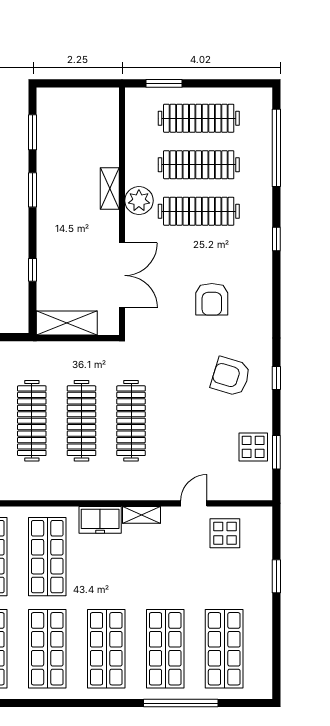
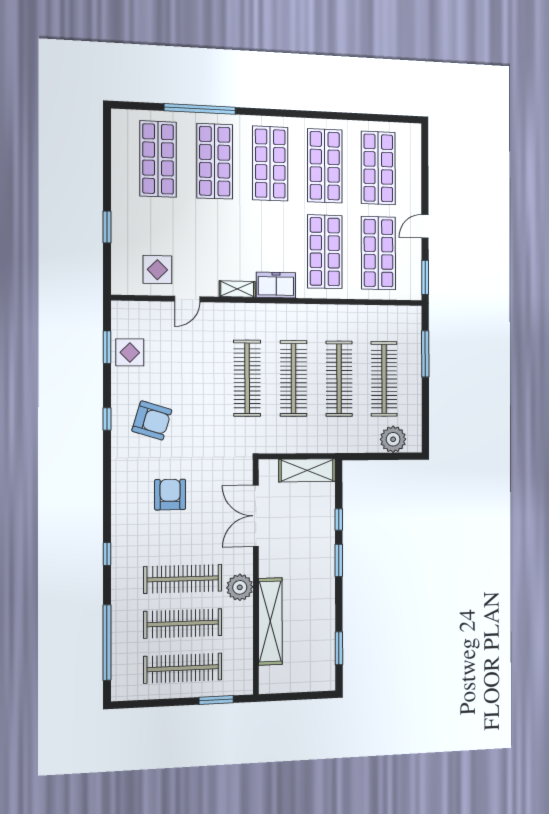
shelving: (110, 189) -> (270, 621), width x2.20, depth x1.33
window: (32, 190) -> (339, 560), moved

